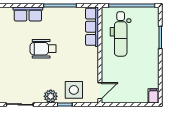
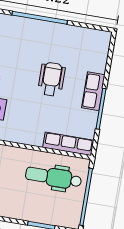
row of seats: (28, 14) -> (93, 91), moved

